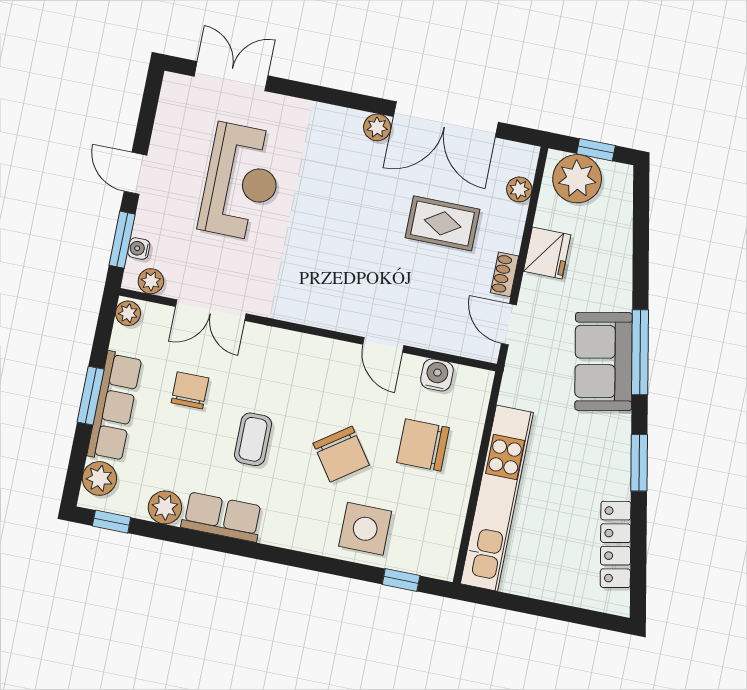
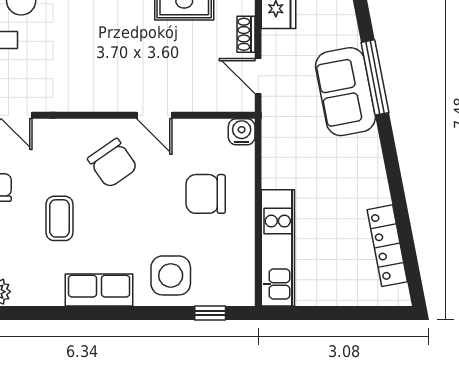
water cooler: (437, 375) -> (242, 132), moved
chair: (341, 454) -> (113, 163), moved
window: (639, 463) -> (393, 172), removed
kitchen unit: (497, 498) -> (278, 248), width x0.73
row of seats: (222, 517) -> (99, 290), moved

